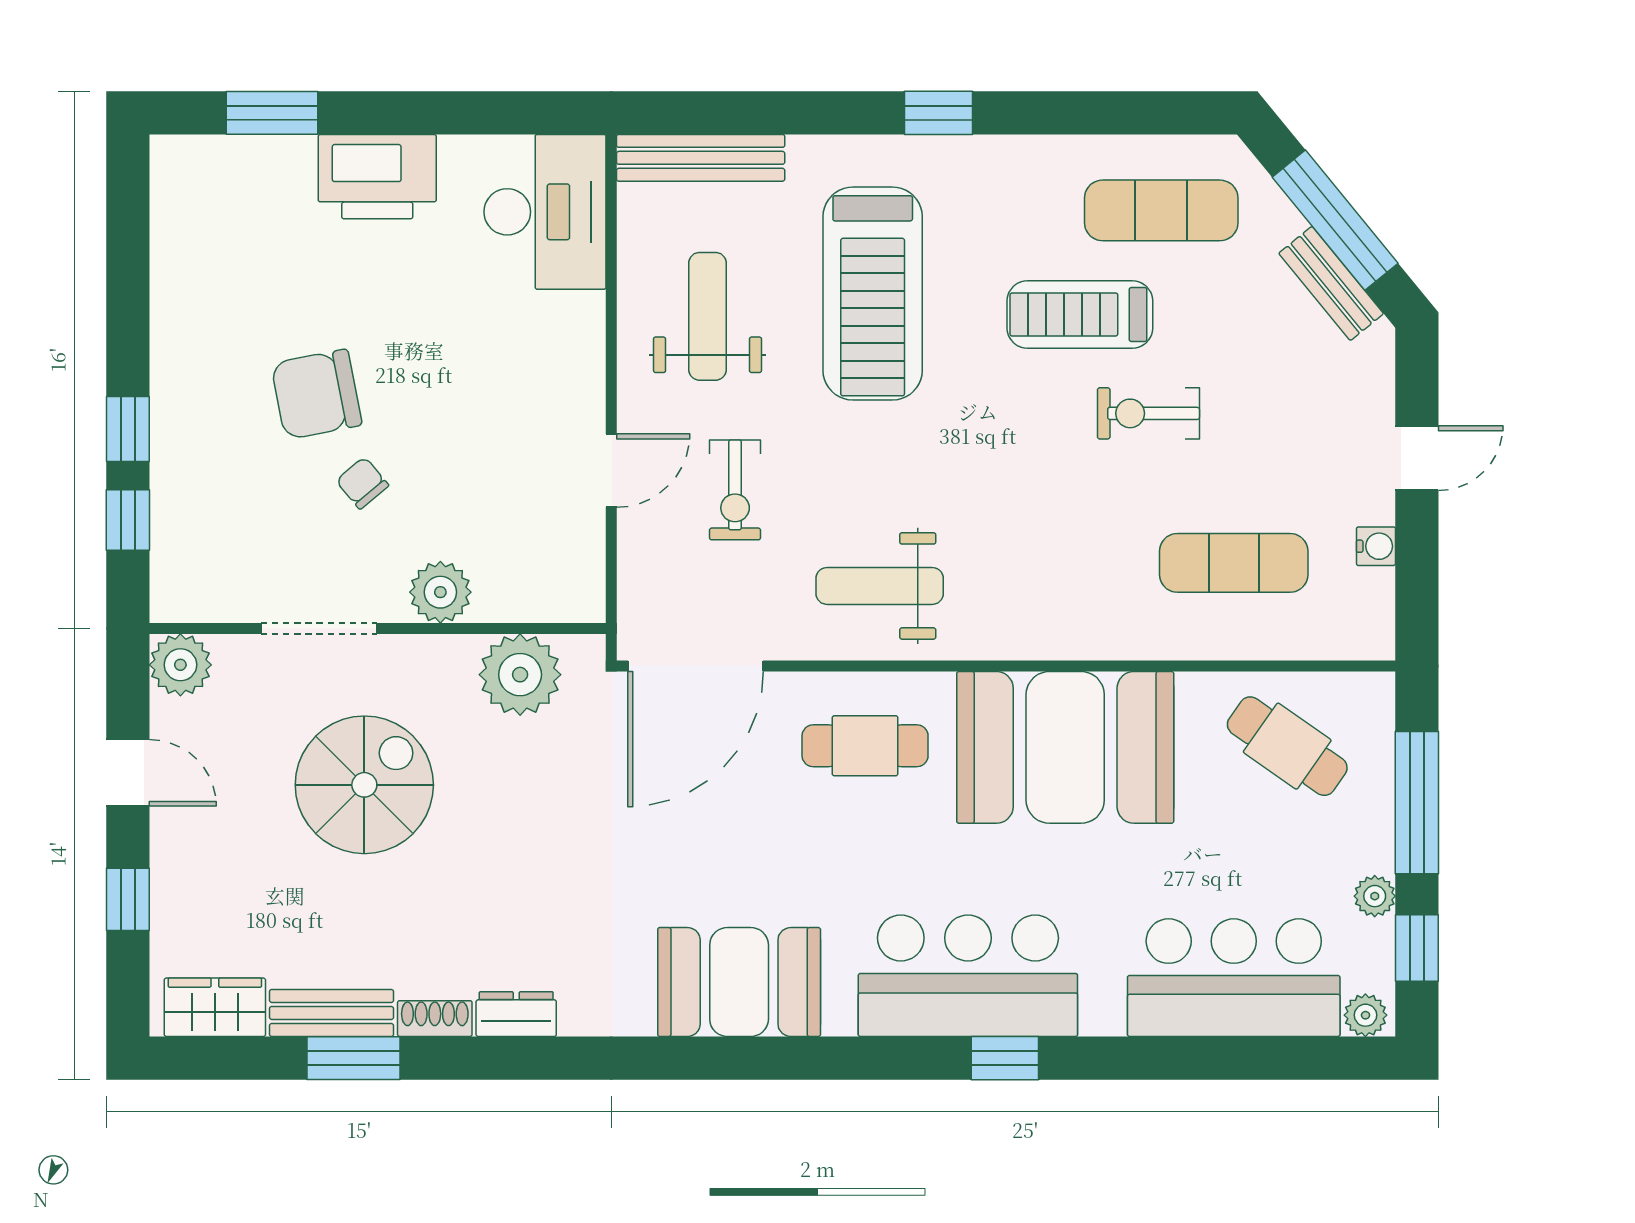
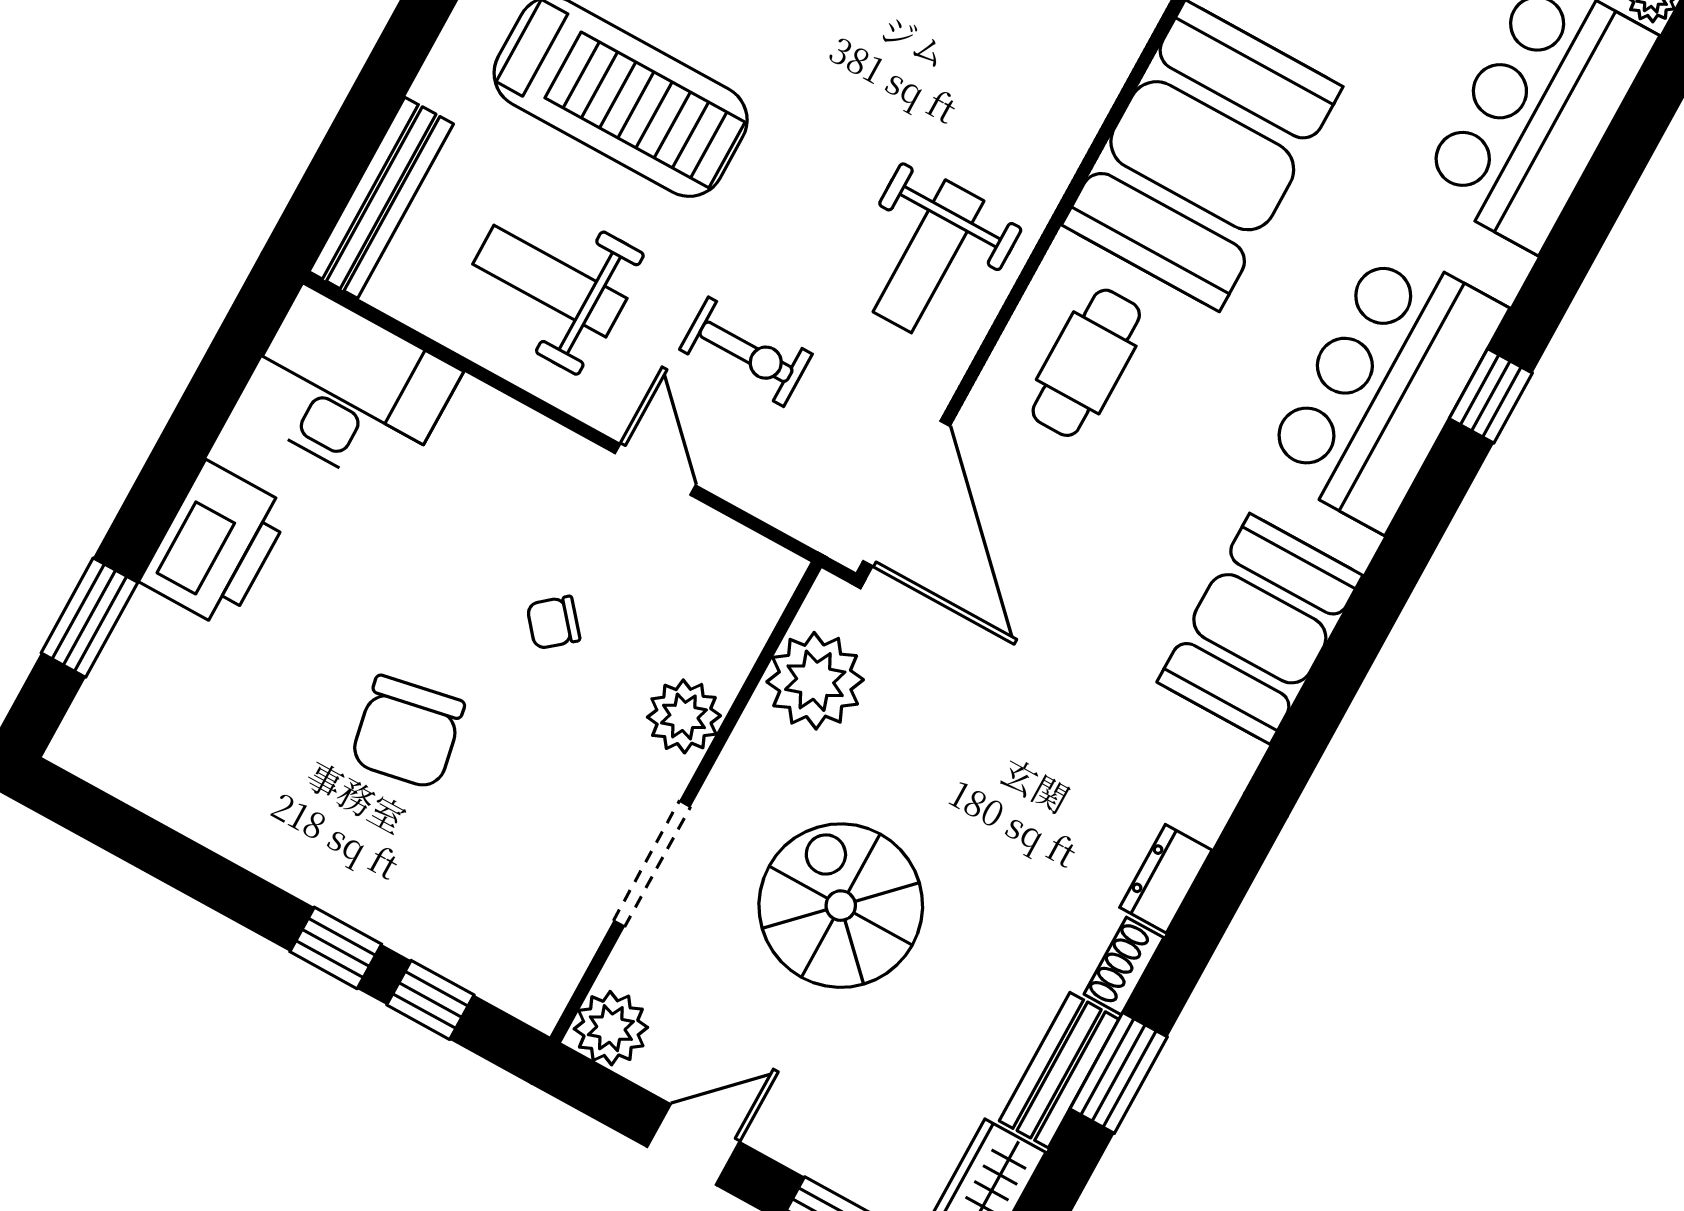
chair: (362, 483) -> (553, 622), moved

